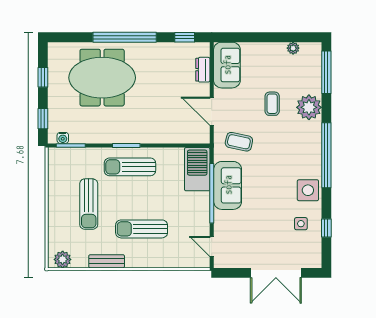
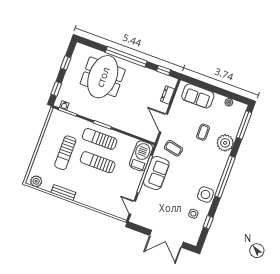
sofa: (227, 65) -> (198, 96), moved, turned 90
meeting table: (102, 78) -> (103, 77), turned 90
sun lounger: (142, 229) -> (98, 162), moved

